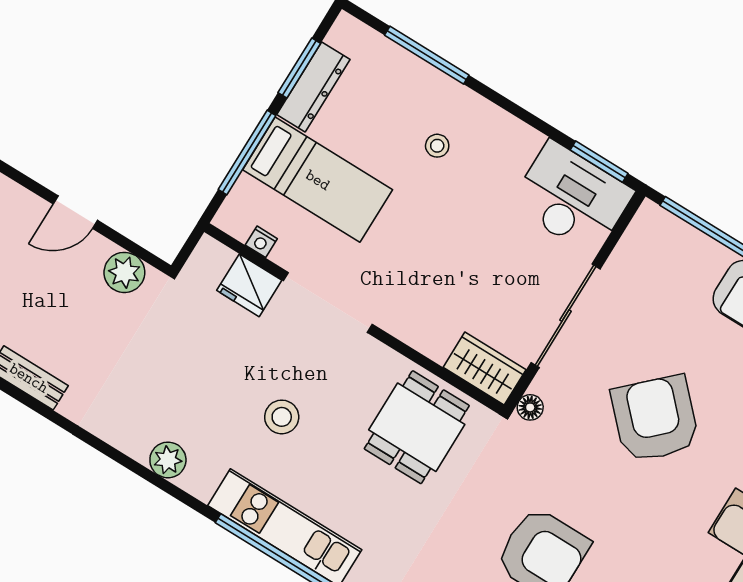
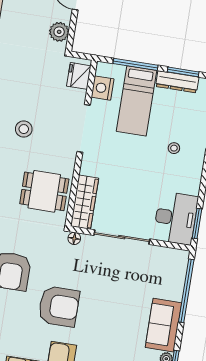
nightstand: (261, 242) -> (103, 88), width x1.89, depth x1.79
fridge: (249, 285) -> (79, 76), moved
wardrobe: (485, 369) -> (85, 202), width x1.50
armchair: (655, 419) -> (59, 306), moved, turned 44

